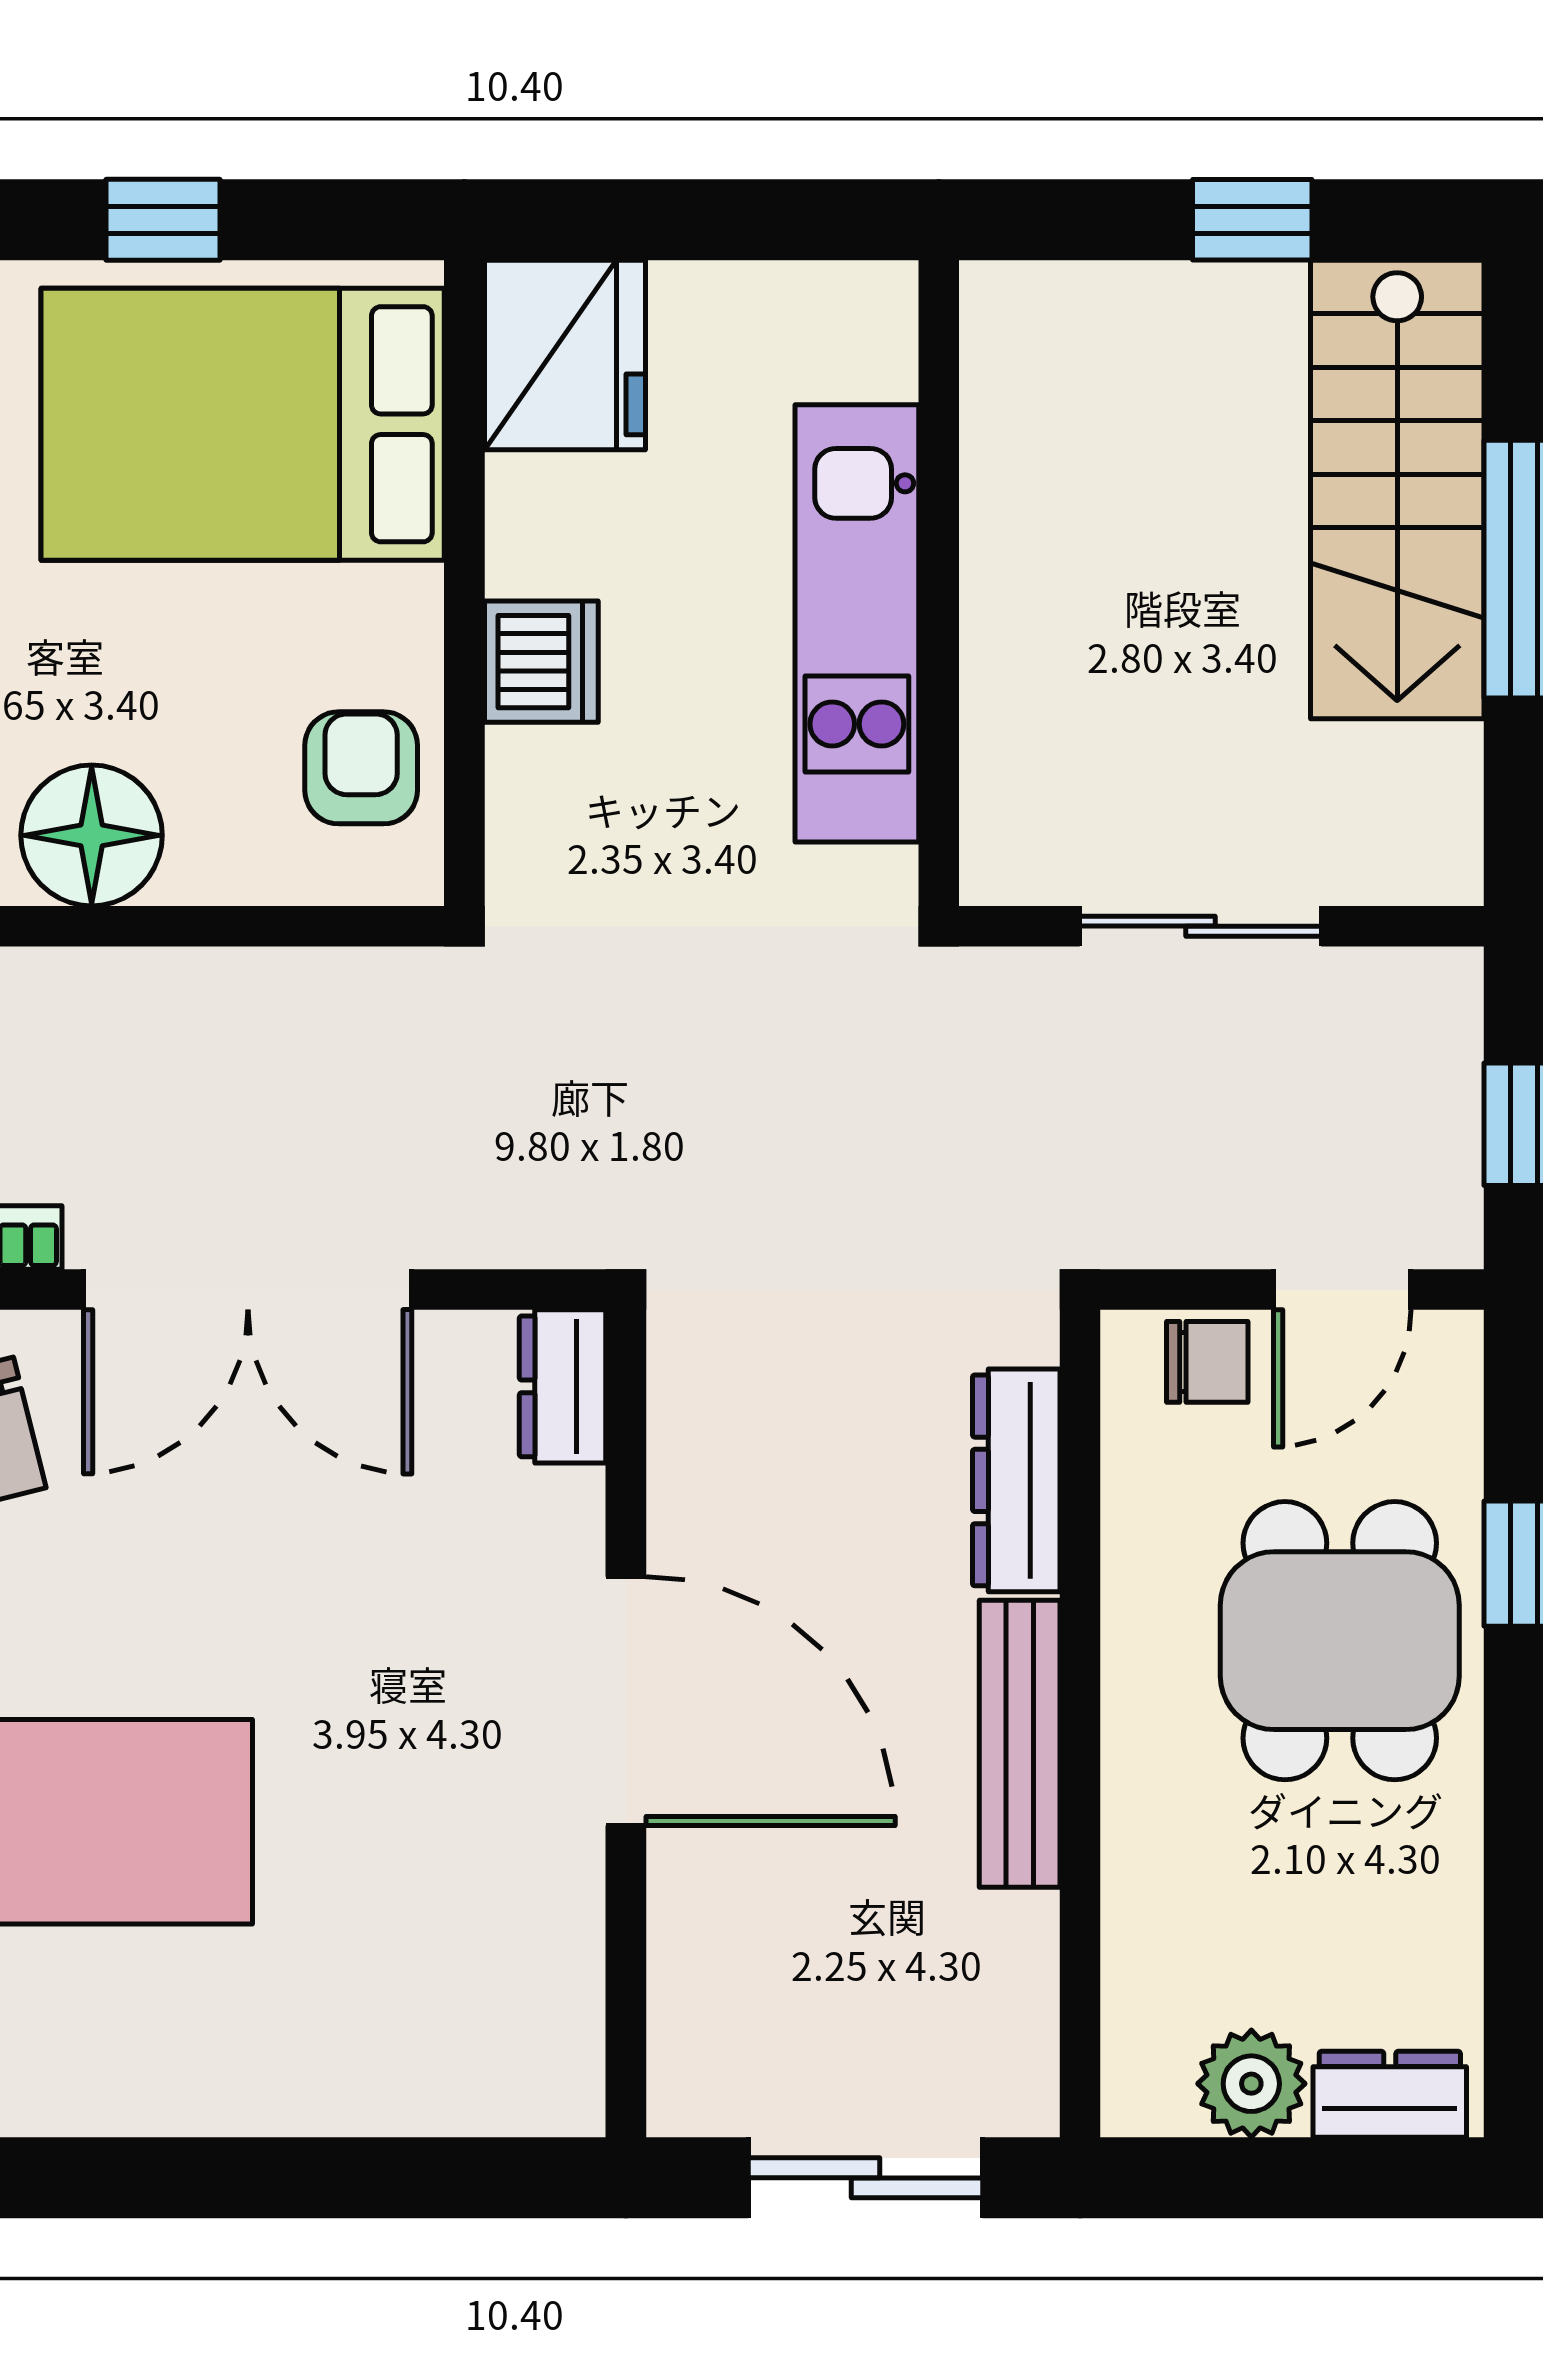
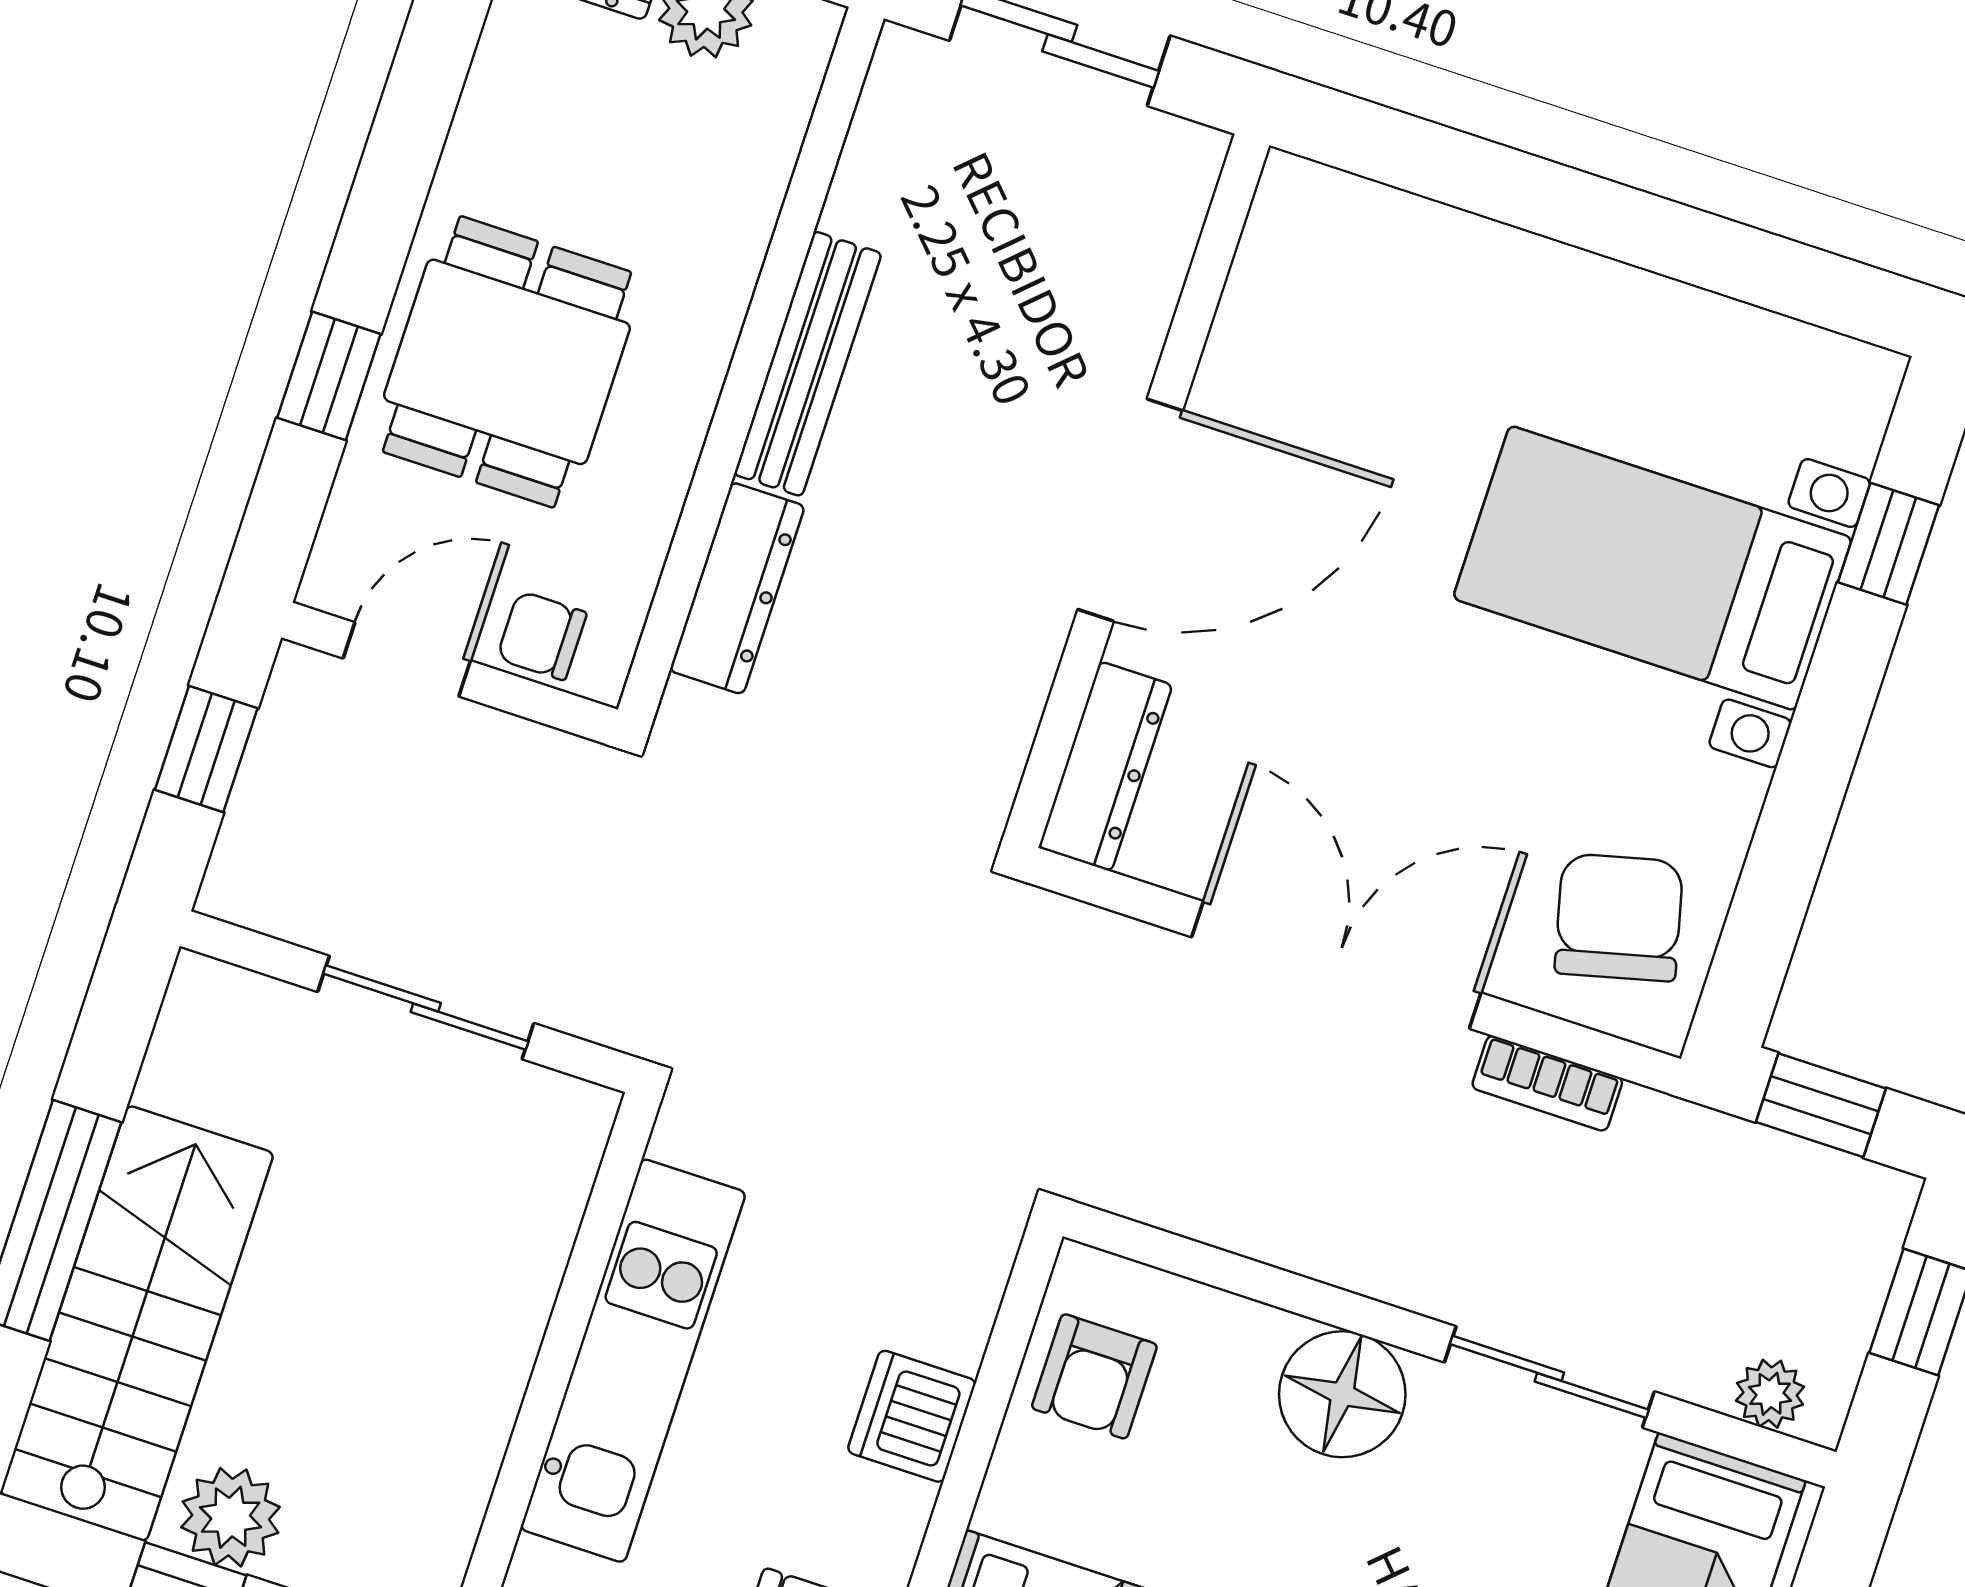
plant: (1230, 316) -> (231, 1517), added
dresser: (563, 1386) -> (1105, 766), width x1.44
door: (626, 1701) -> (1130, 510), swing flipped

